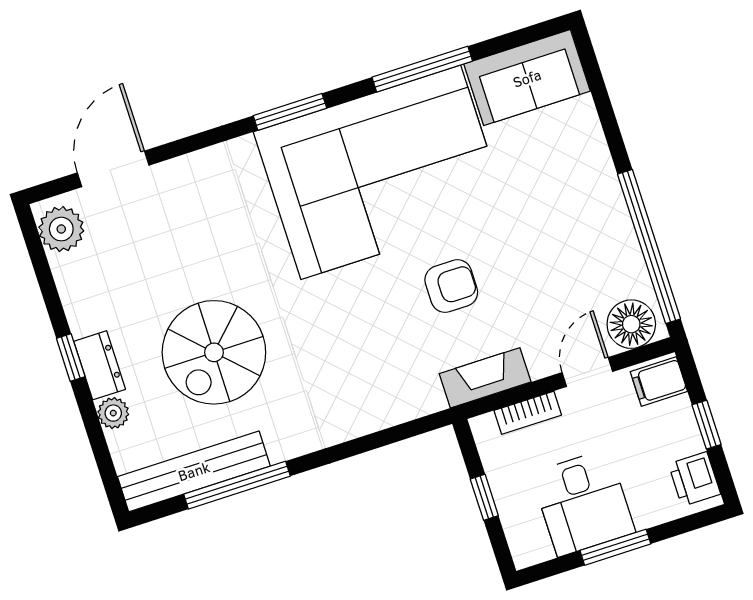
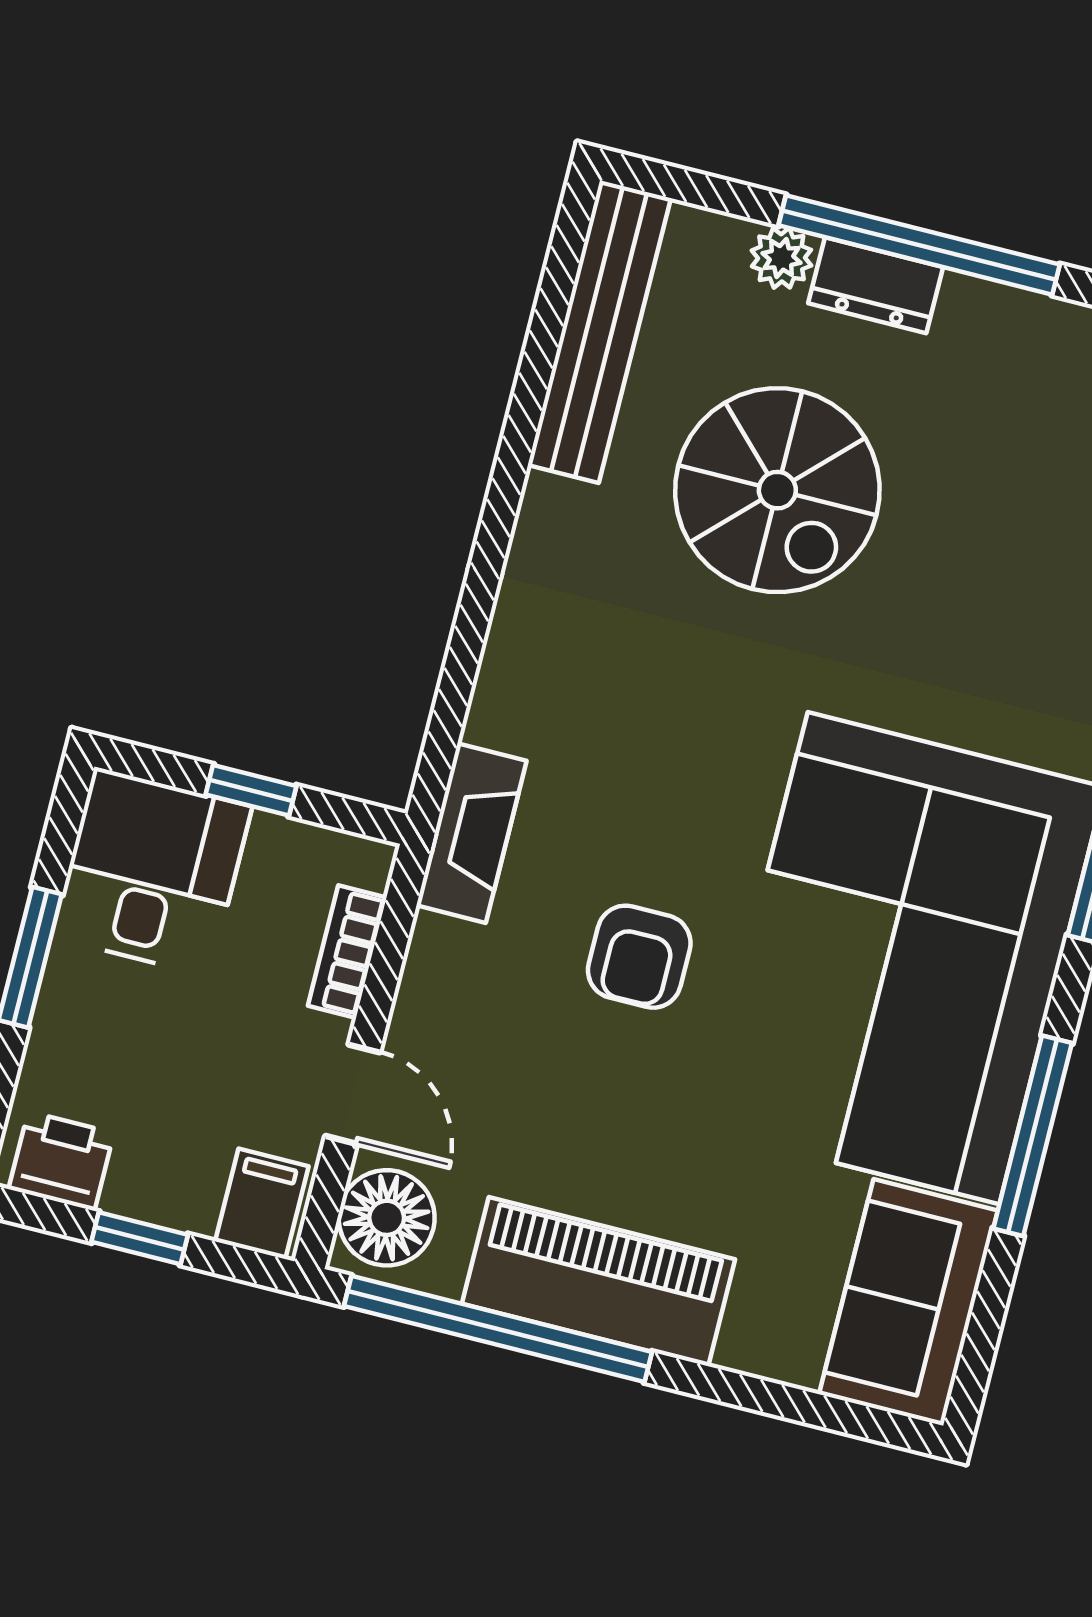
piano: (602, 216) -> (598, 1282), added
spiral stairs: (214, 352) -> (777, 490), turned 180
window: (71, 358) -> (919, 245), width x3.17
fireplace: (485, 378) -> (471, 833), moved
window: (237, 485) -> (531, 389), removed
desk: (583, 503) -> (152, 872), moved, turned 90

